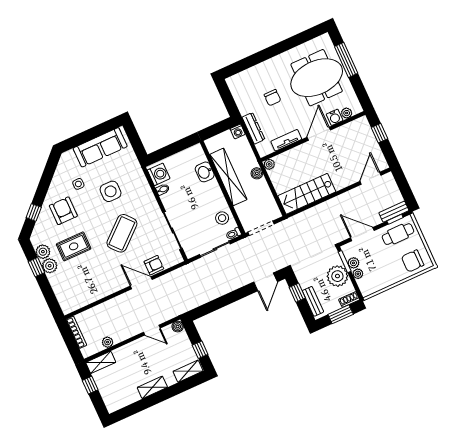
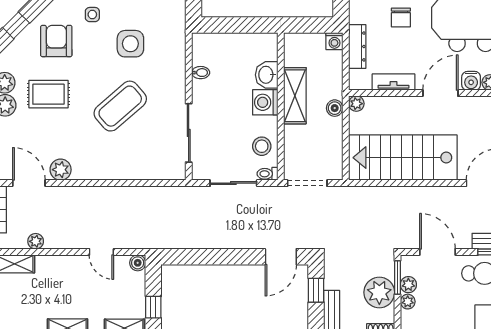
washing machine: (159, 174) -> (265, 102), moved, turned 180
shelving: (228, 177) -> (295, 96), width x0.68
stairs: (307, 194) -> (403, 158), width x1.36, depth x1.51
armchair: (154, 265) -> (143, 167), removed
door: (141, 283) -> (29, 183), moved
plant: (103, 290) -> (61, 170), added

